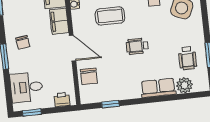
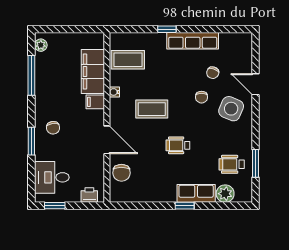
filing cabinet: (59, 21) -> (95, 102), width x0.50
wheelchair: (187, 58) -> (232, 164), turned 90
window: (110, 104) -> (185, 206), moved

